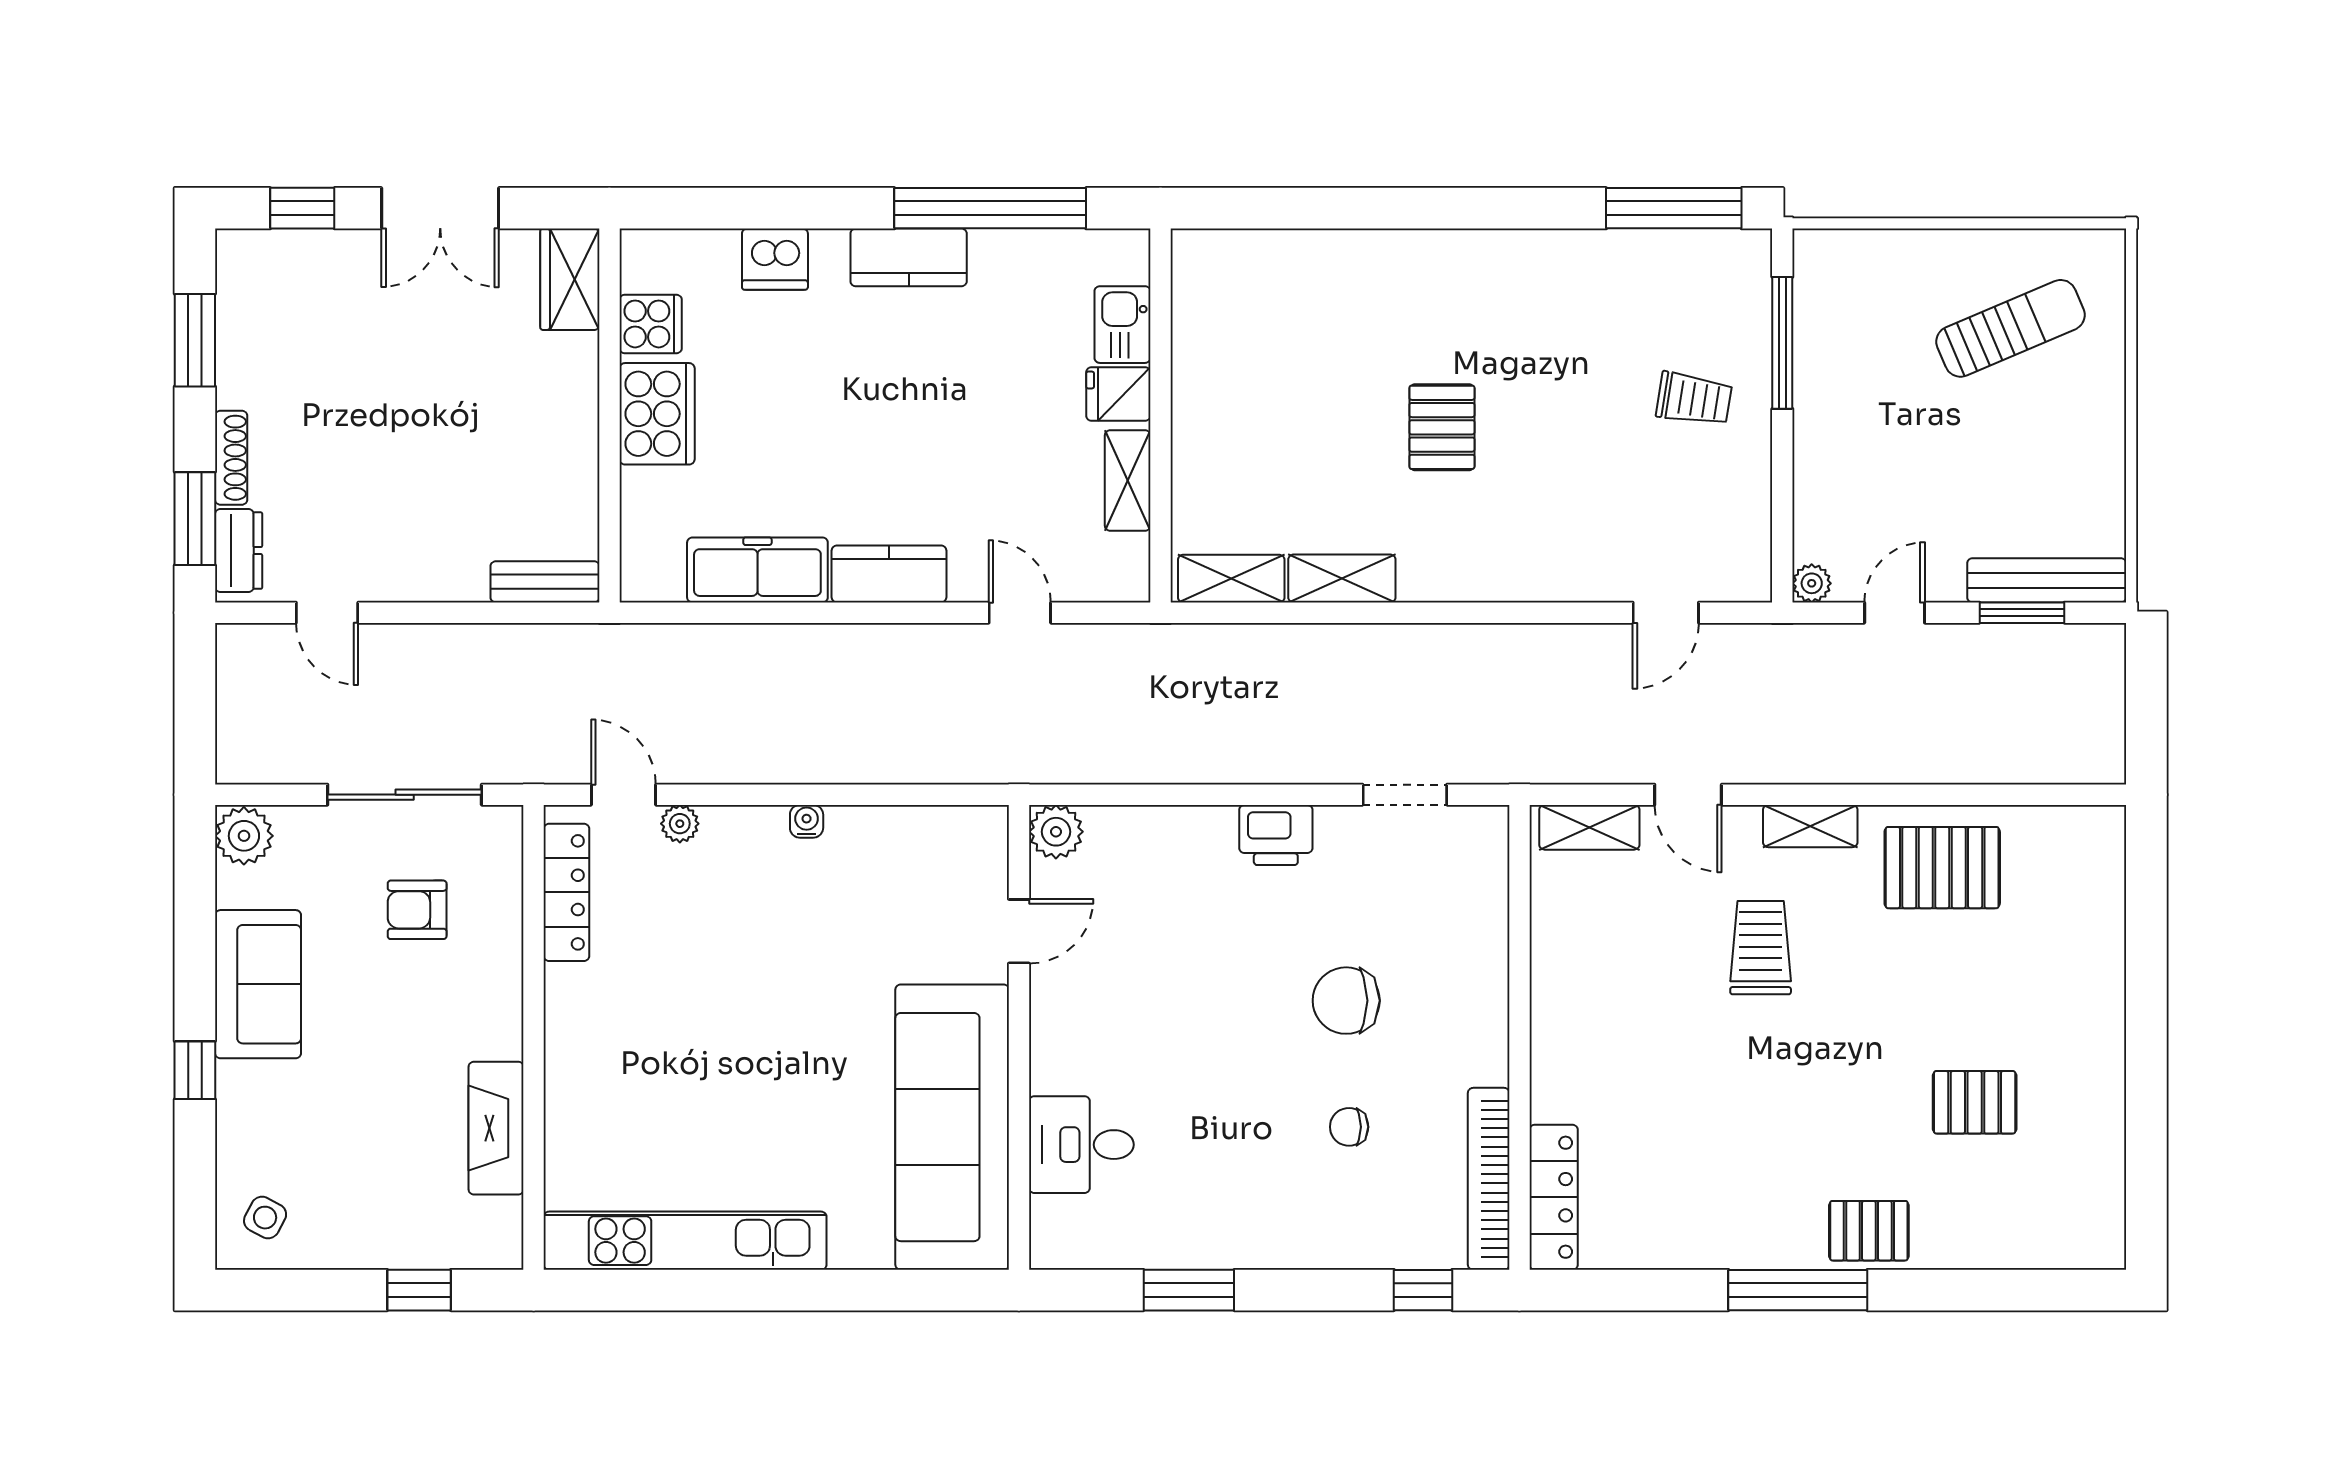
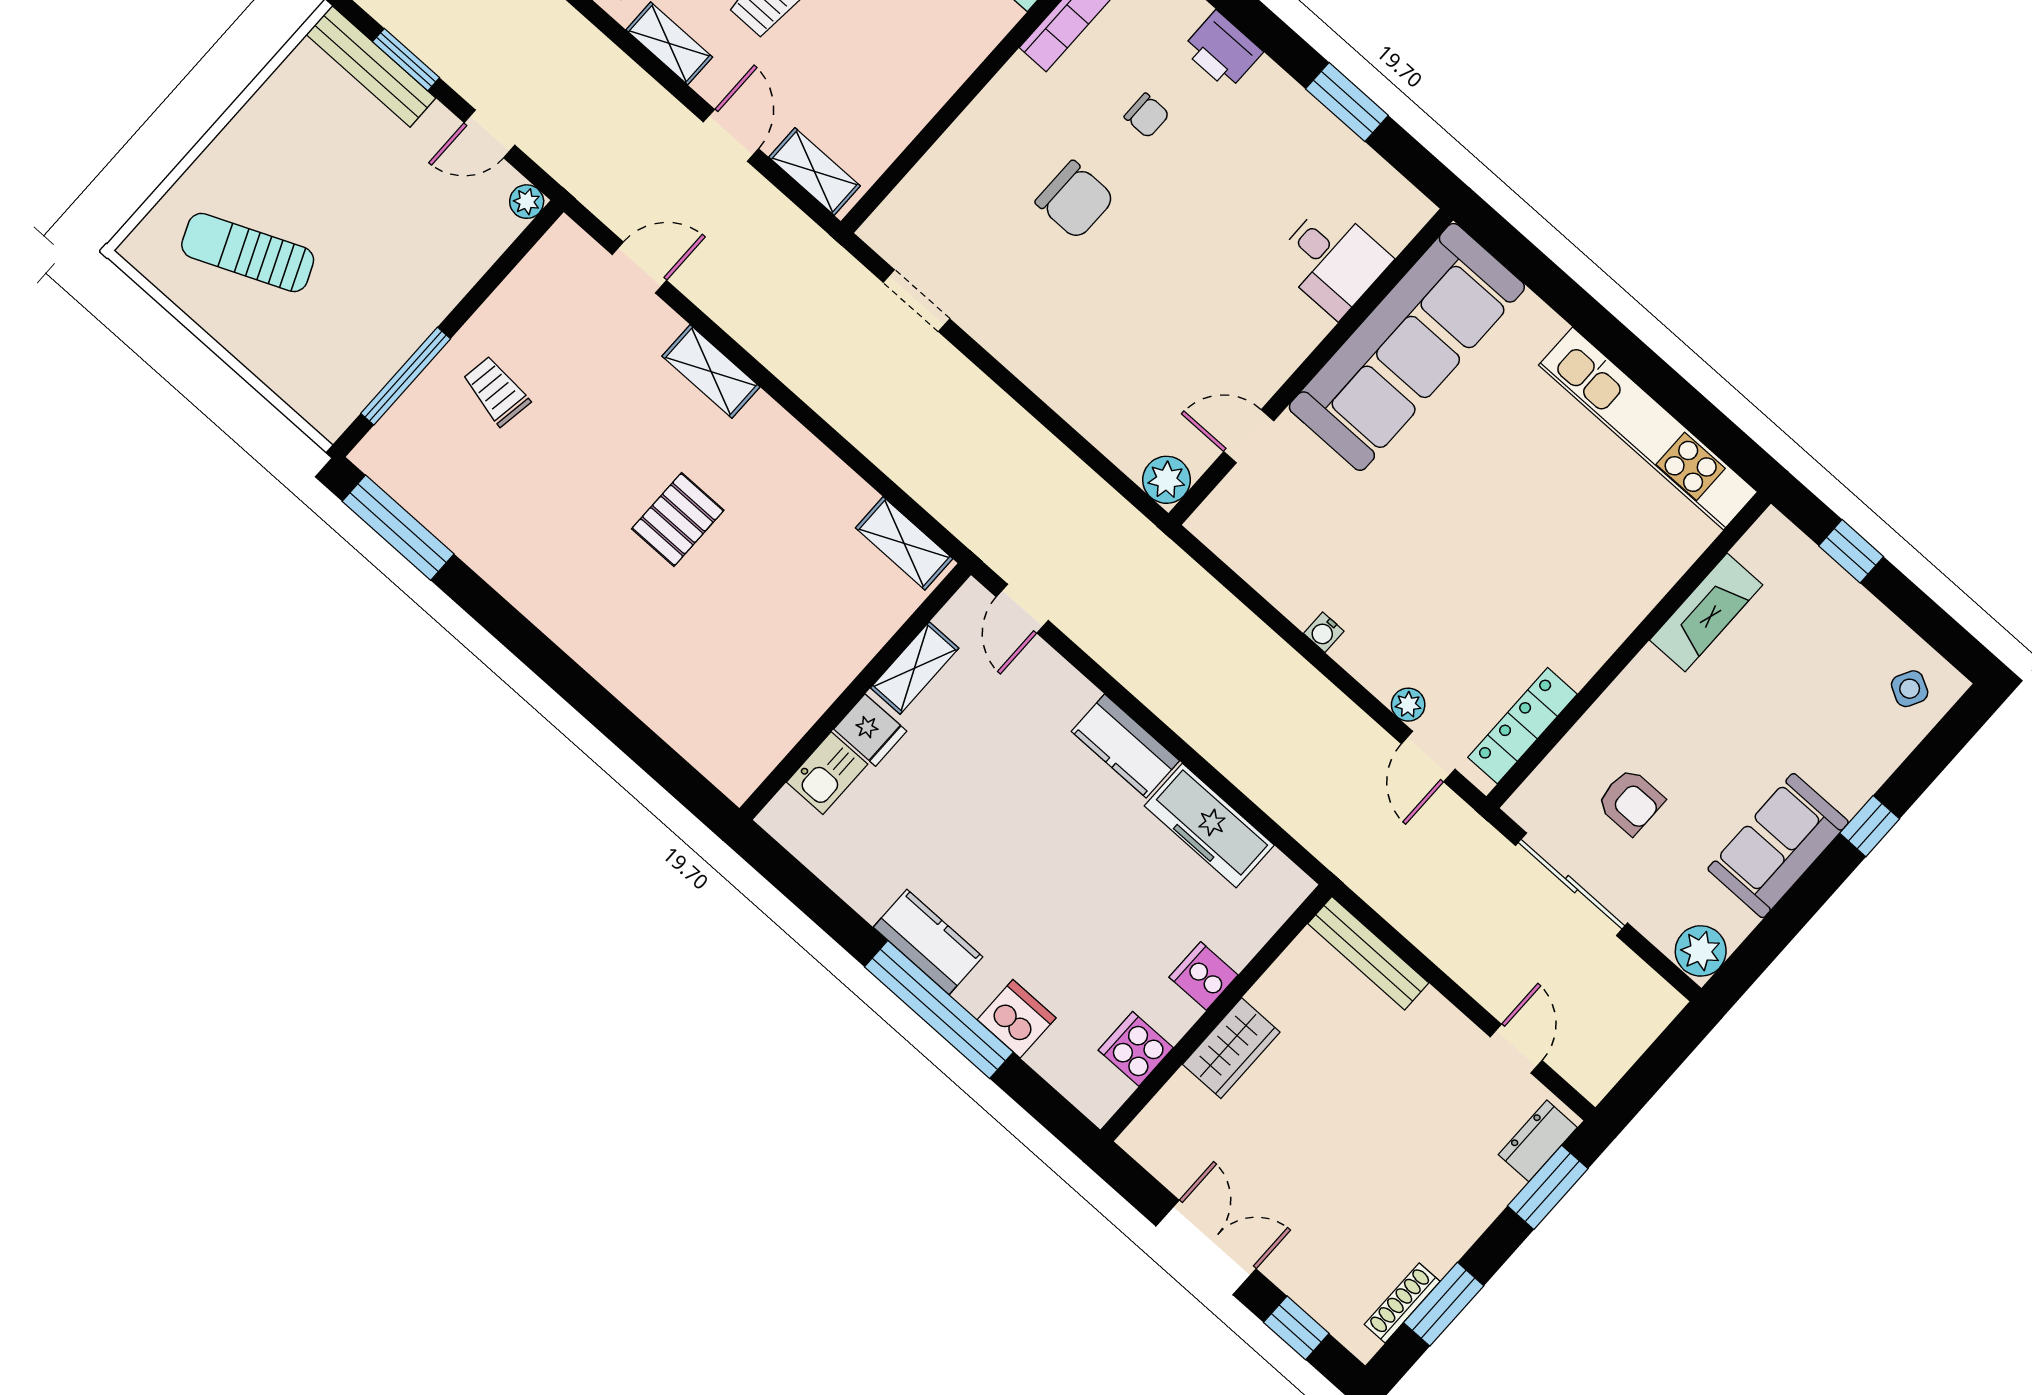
window: (990, 208) -> (939, 1009), moved
wardrobe: (570, 279) -> (1231, 1048), moved
cooker: (657, 414) -> (1204, 976), width x0.53, depth x0.76
shoe rack: (231, 458) -> (1402, 1303), moved
shelving: (1342, 578) -> (711, 371), moved
bench: (545, 582) -> (1368, 953), width x1.36
door: (1020, 613) -> (1022, 609), moved
printer: (1276, 835) -> (1222, 50), moved, turned 180

